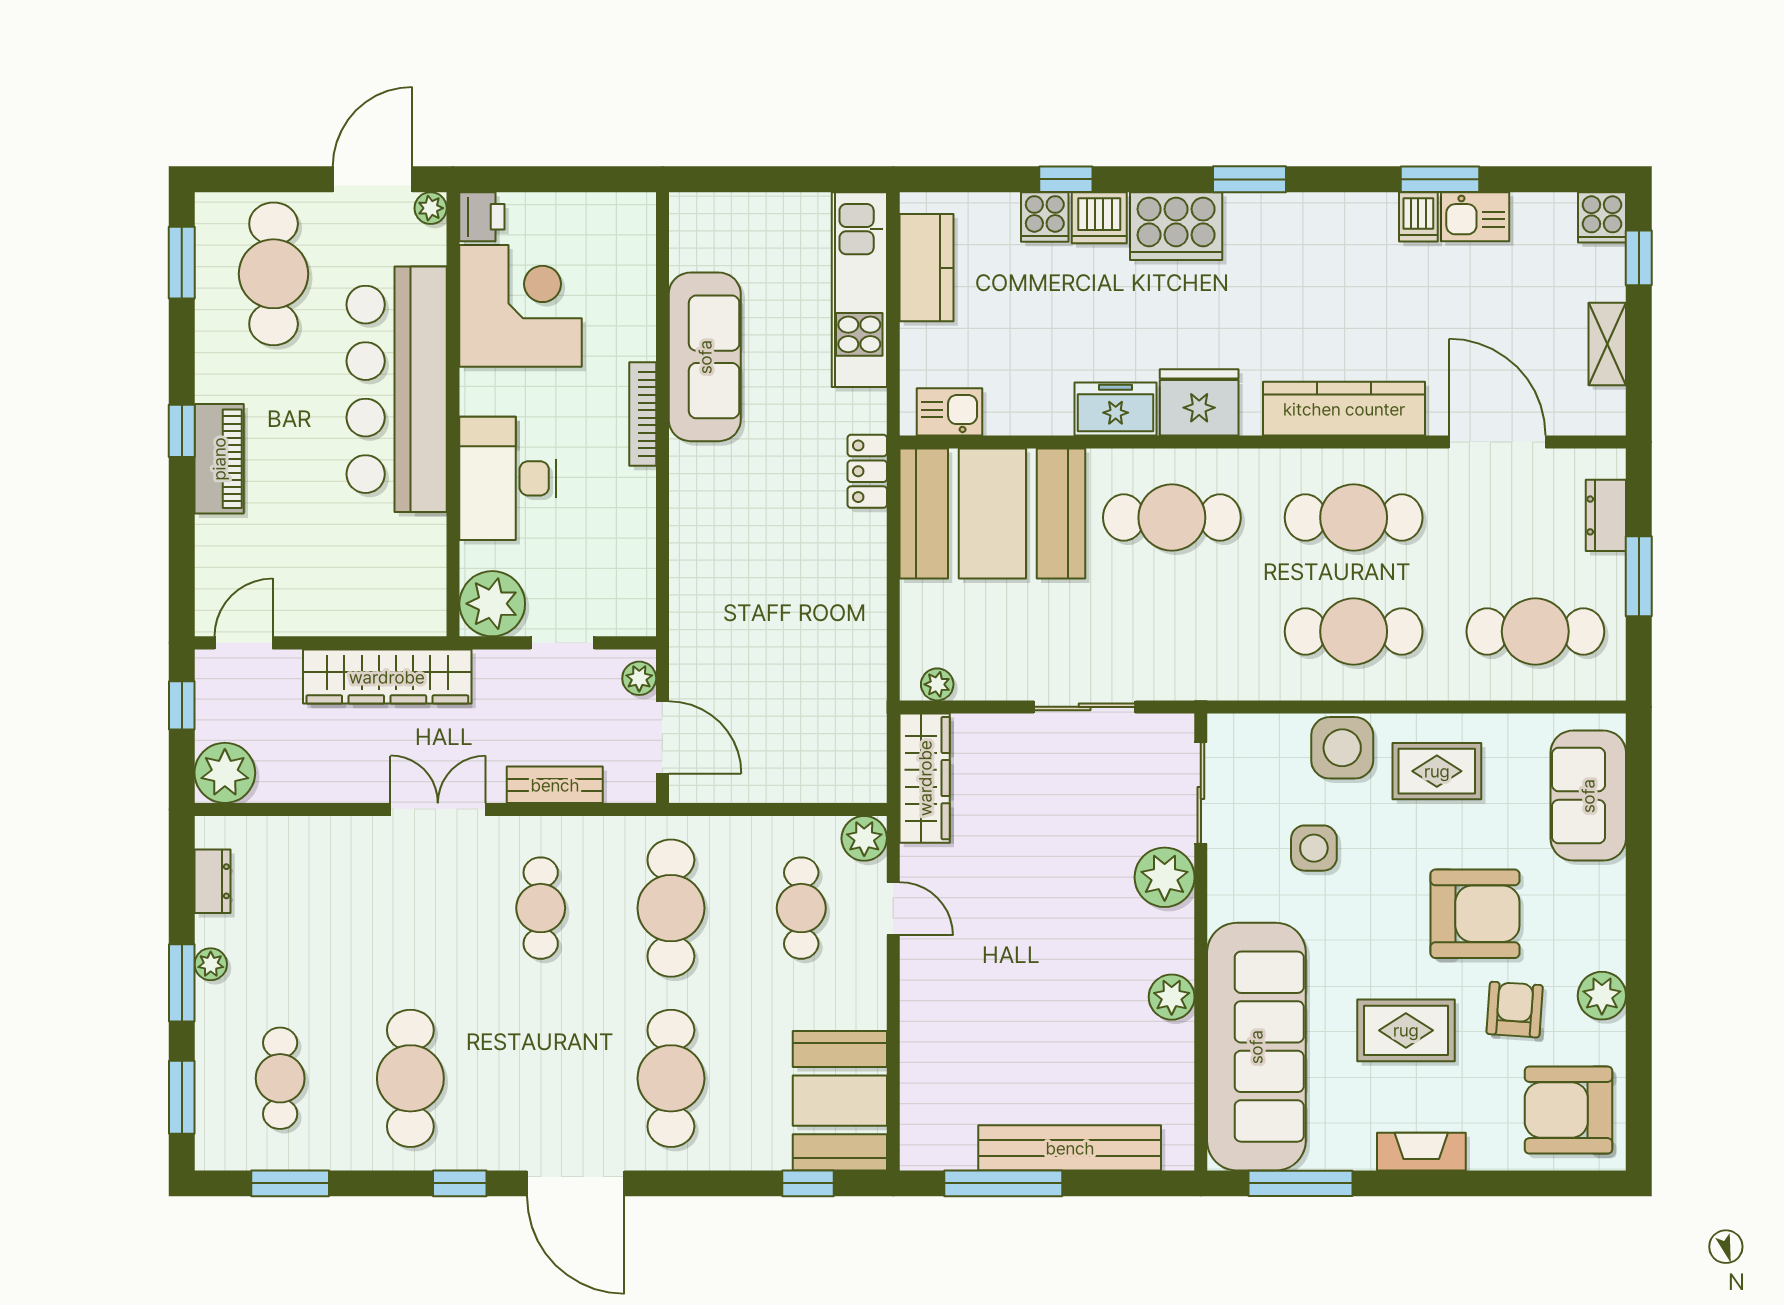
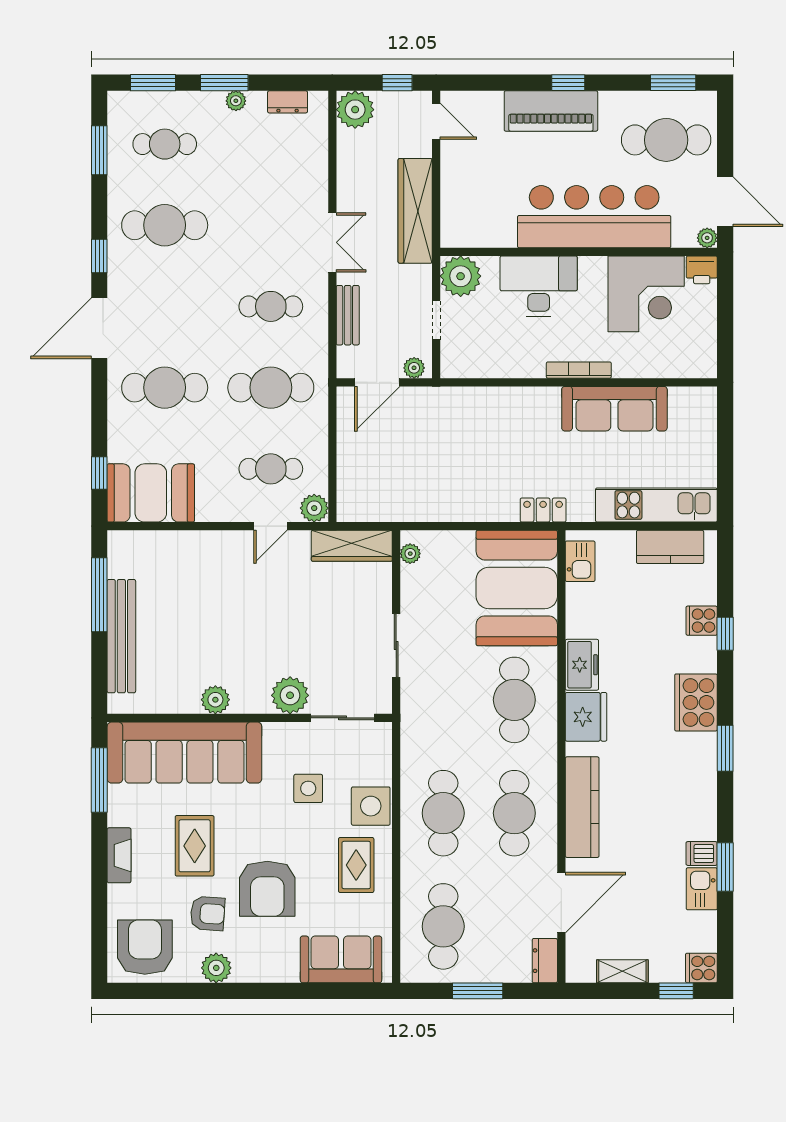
dishwasher: (1099, 218) -> (701, 655), removed
piano: (219, 459) -> (551, 111), width x1.37, depth x1.33
dresser: (1606, 515) -> (545, 961), moved, turned -90

